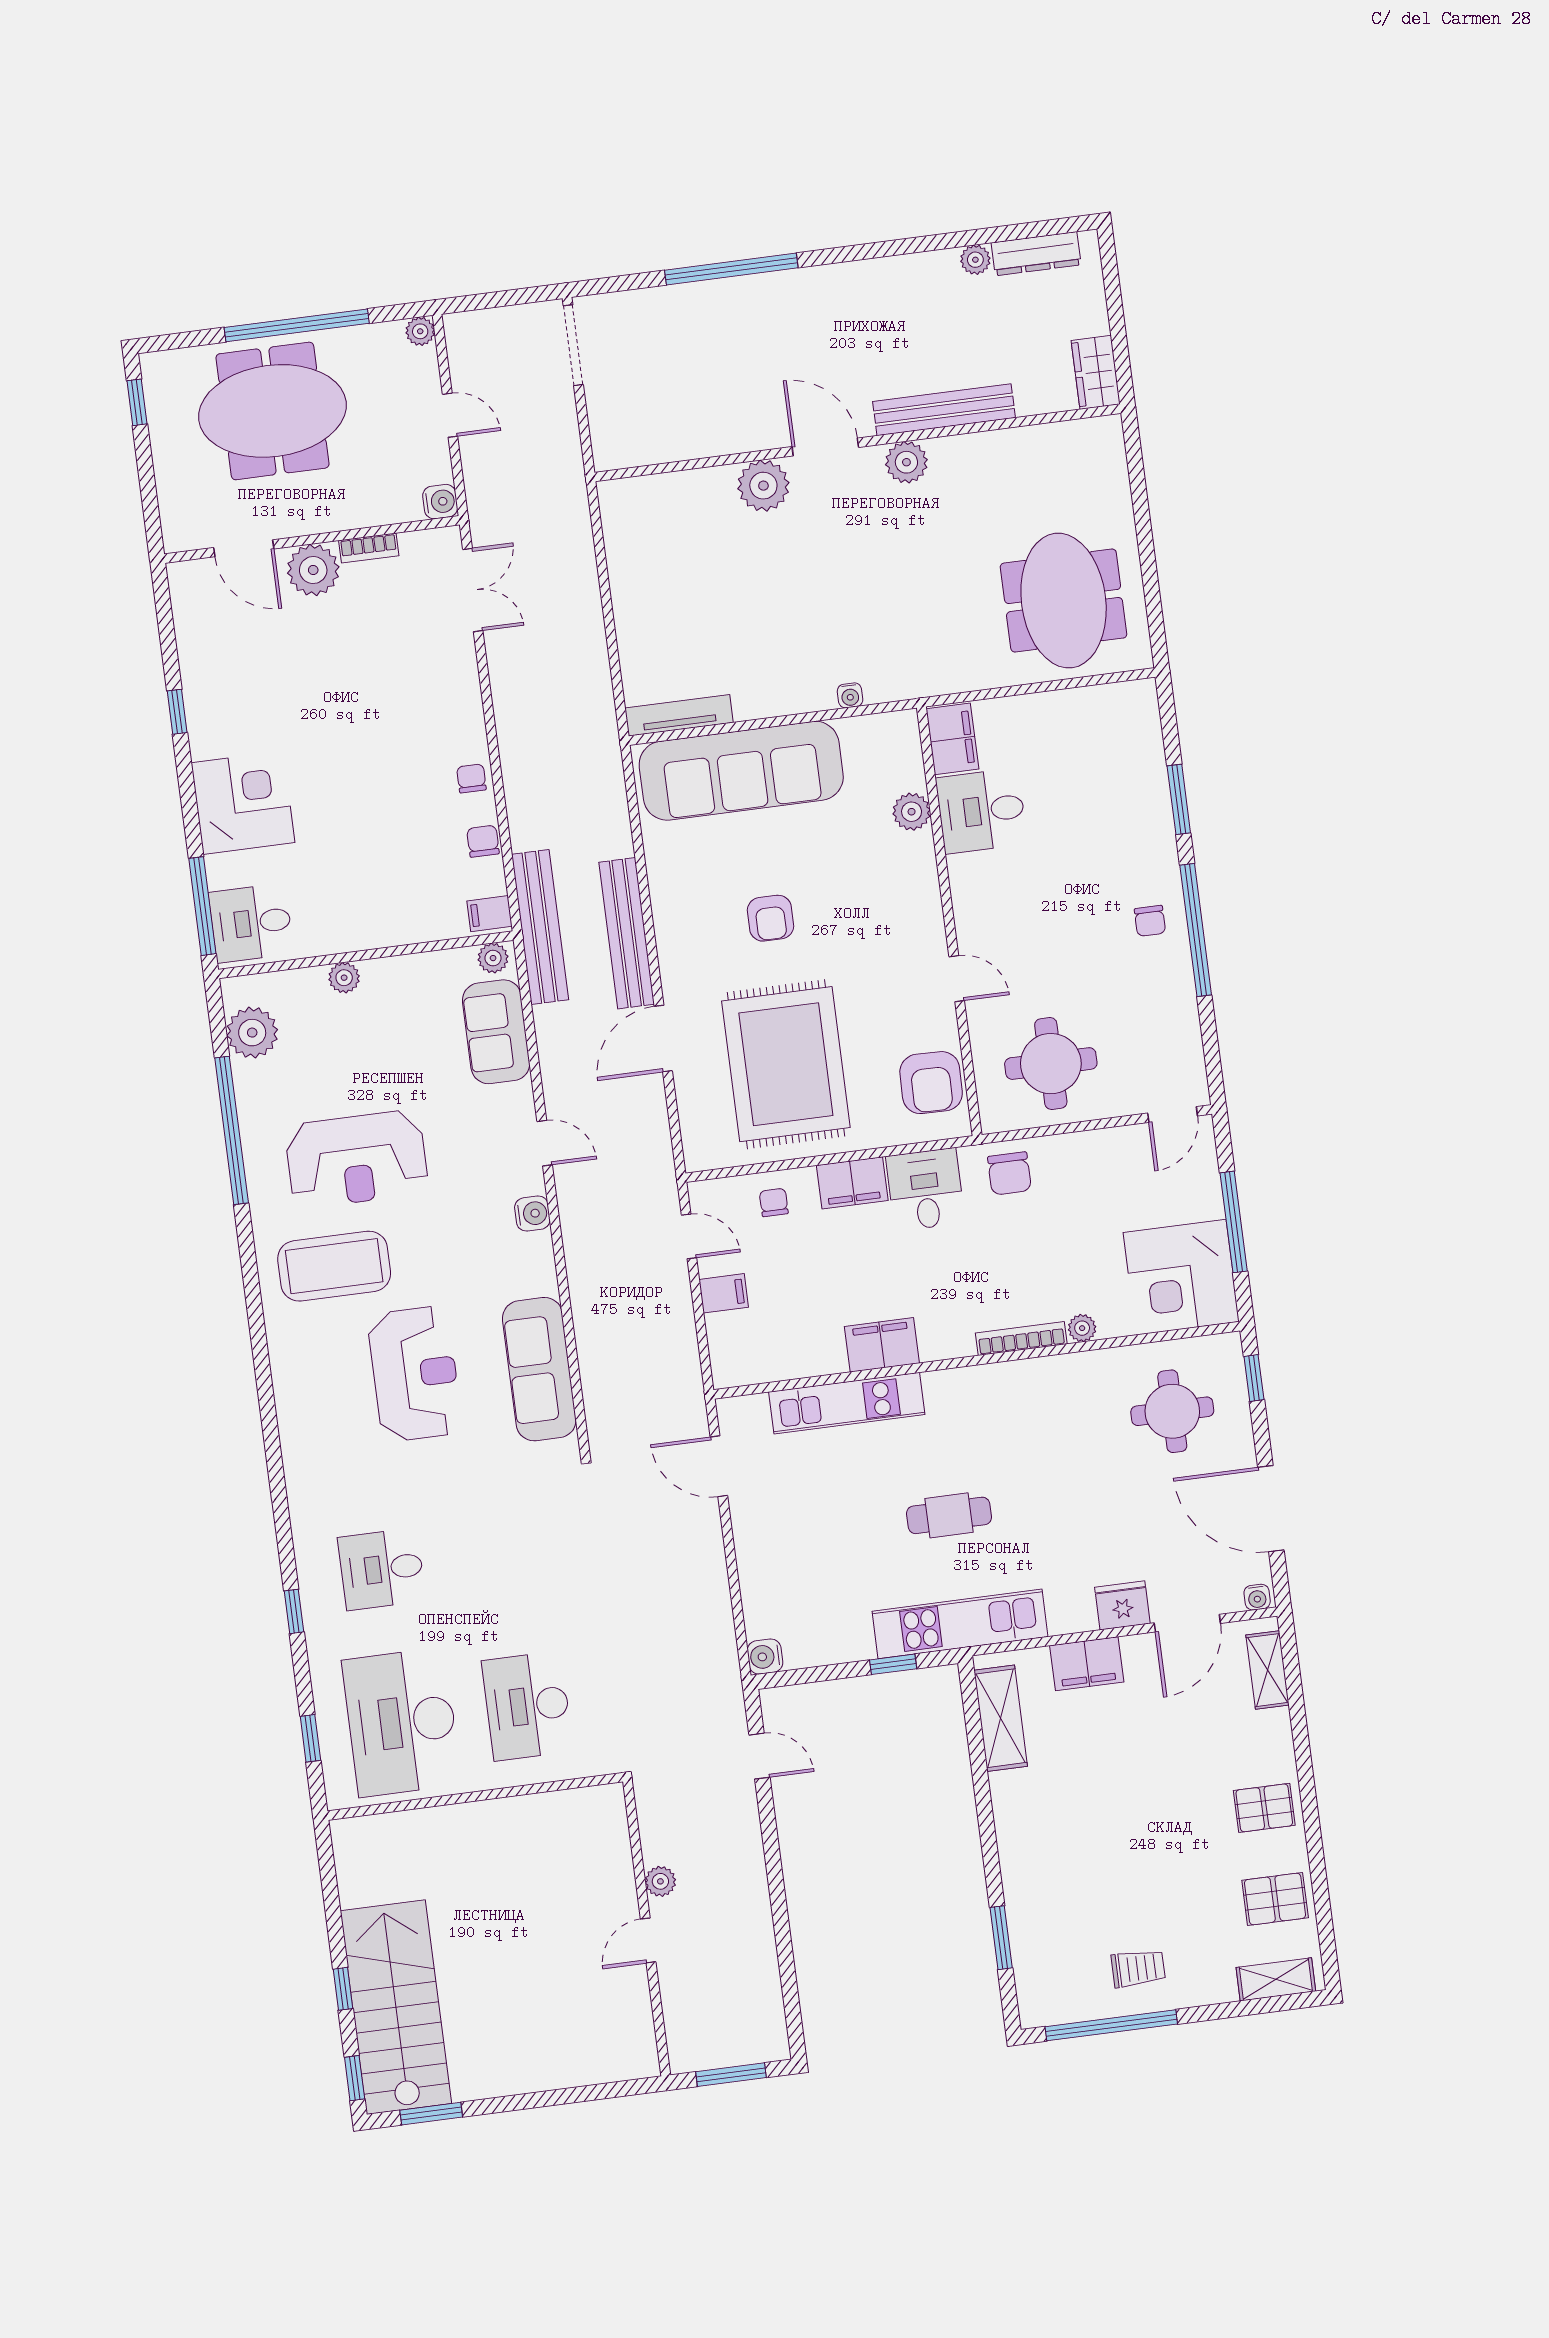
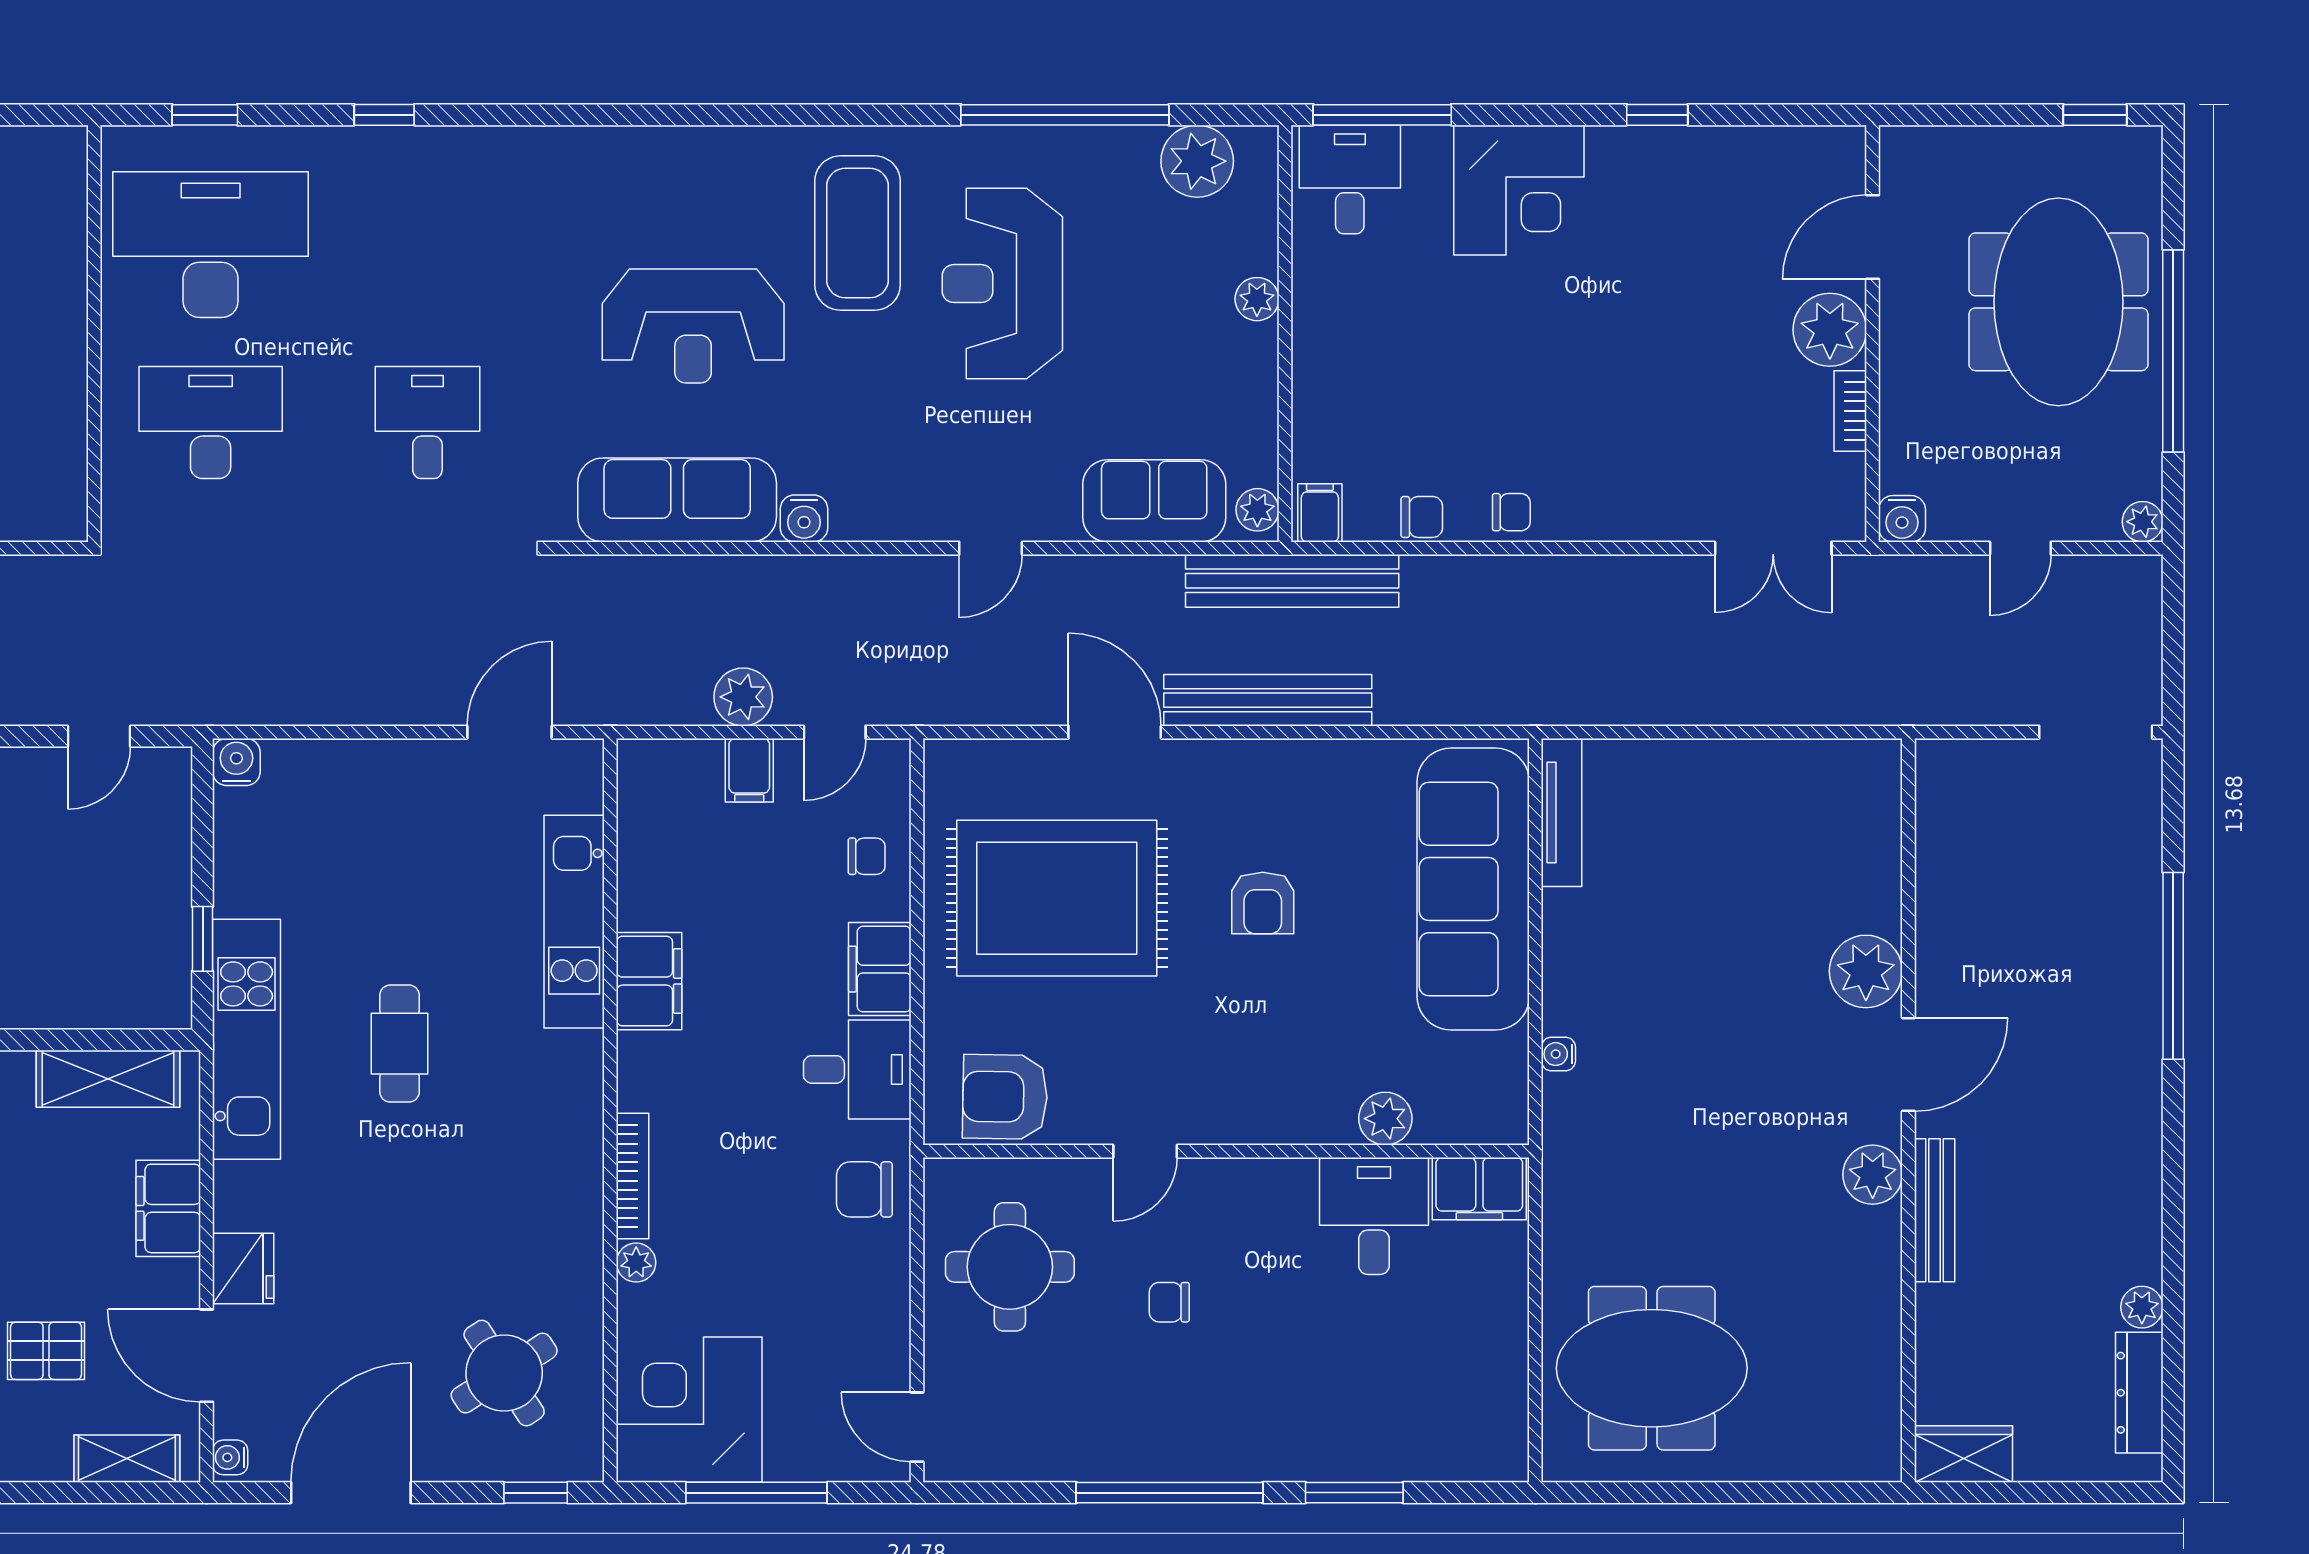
bench: (944, 410) -> (1935, 1210), width x0.73, depth x0.82
armchair: (771, 918) -> (1263, 903), turned -90
chair: (1150, 921) -> (1169, 1302), moved
water cooler: (532, 1214) -> (804, 518), moved
plant: (672, 1304) -> (743, 697), added
round table: (1172, 1411) -> (504, 1373), turned -33
desk: (382, 1569) -> (427, 423), moved
pallet: (1199, 1737) -> (46, 1351), added

